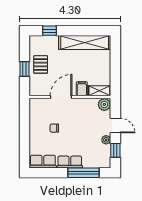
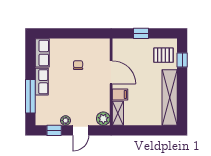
pallet: (41, 64) -> (163, 55), moved

